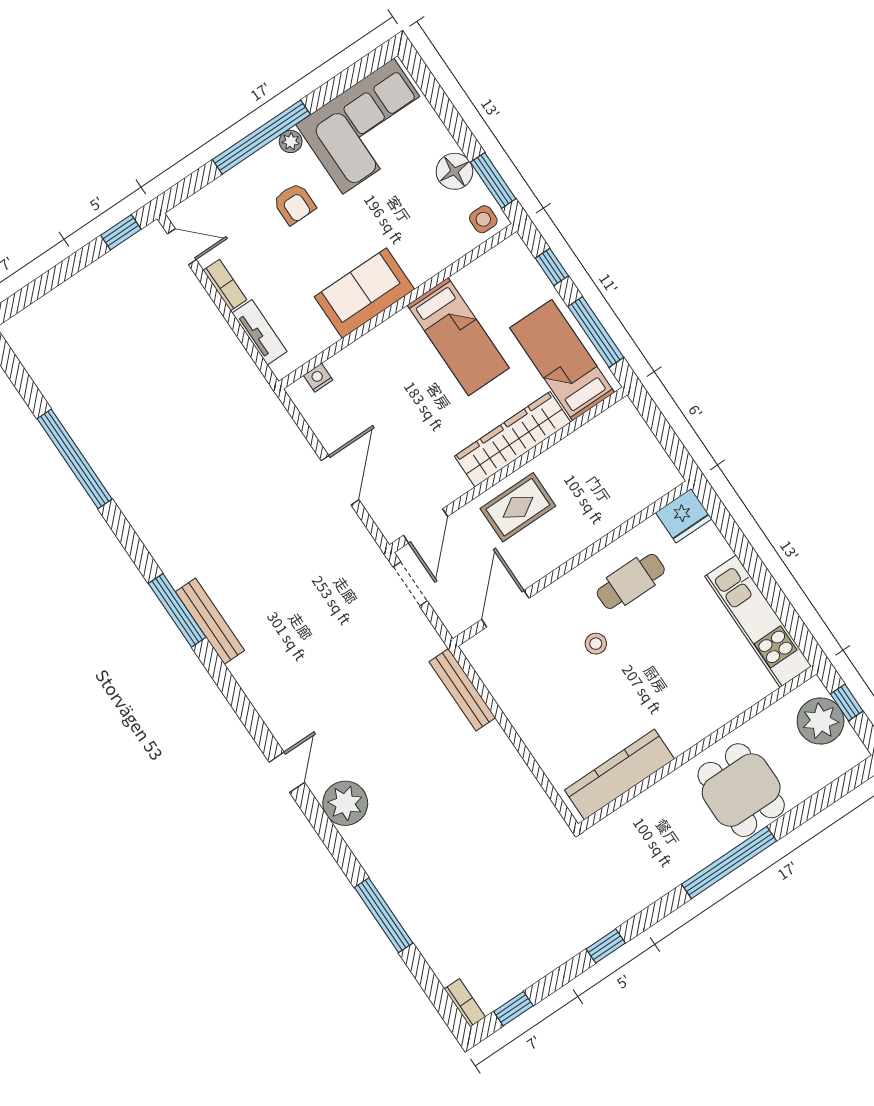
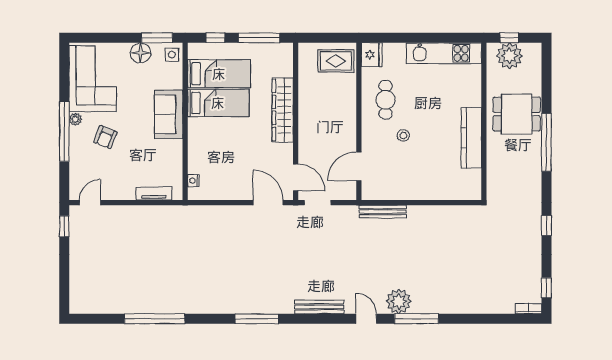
armchair: (294, 204) -> (105, 137), turned 112
bookcase: (225, 285) -> (121, 195), removed
sofa: (364, 293) -> (169, 114), moved
bed: (562, 360) -> (219, 74), moved, turned 180
door: (340, 480) -> (268, 203), moved
rug: (518, 507) -> (336, 61), moved, turned 90
door: (505, 609) -> (359, 166), hinge flipped
bench: (210, 621) -> (319, 307), moved
kitchen counter: (619, 774) -> (471, 138), moved
window: (384, 915) -> (416, 319), moved

